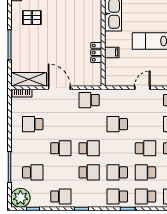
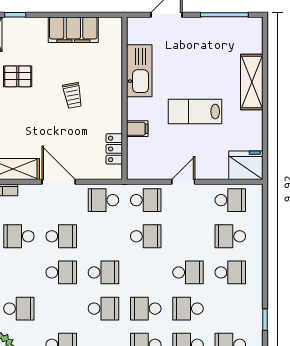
trolley: (69, 30) -> (73, 95), added
locker: (96, 53) -> (114, 149), moved
school desk: (117, 100) -> (146, 200), added
school desk: (61, 124) -> (61, 236), added
school desk: (117, 124) -> (146, 236), turned 180

